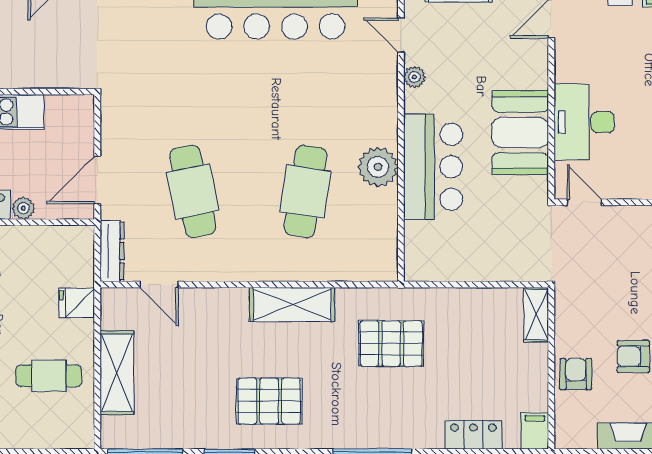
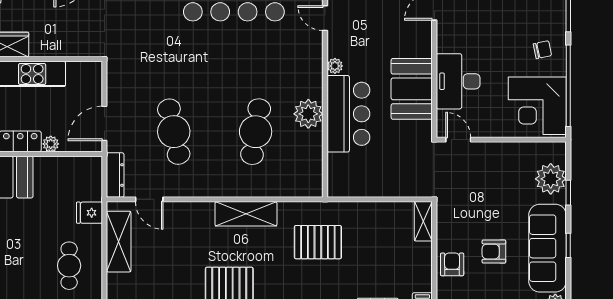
plant: (414, 77) -> (335, 66), moved
shelving: (117, 373) -> (119, 242), moved
cafe table: (49, 376) -> (69, 266), turned 90

